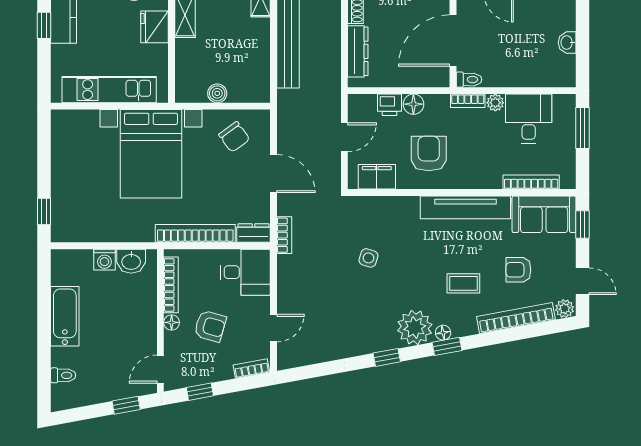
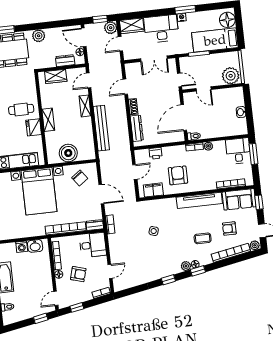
boiler: (217, 93) -> (68, 153), width x1.86, depth x1.86
floor lamp: (413, 104) -> (168, 152), removed
desk: (529, 119) -> (238, 151), moved
plant: (415, 328) -> (186, 266), width x0.53, depth x0.53

